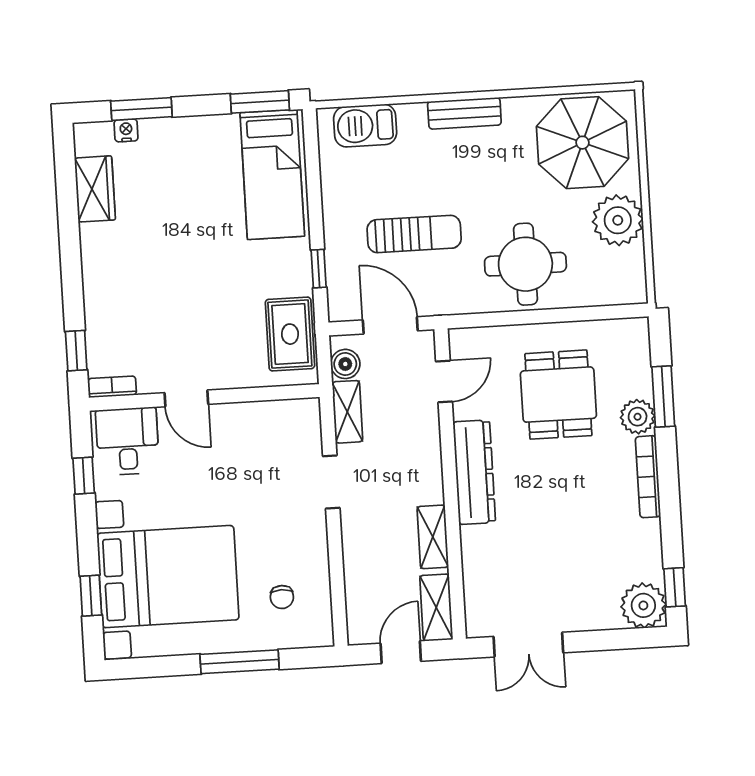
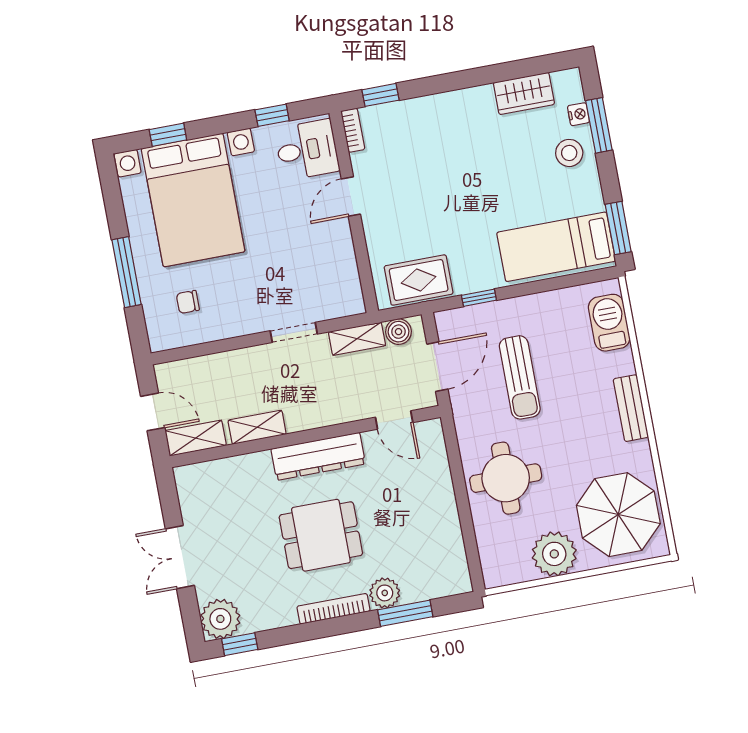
stool: (168, 146) -> (569, 153), added
dining table: (558, 395) -> (321, 535), moved
double door: (528, 645) -> (180, 557), moved

